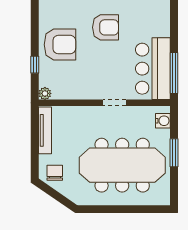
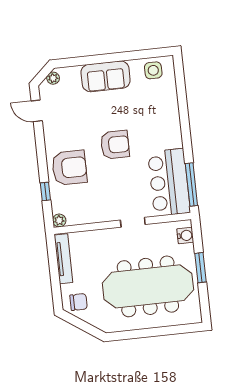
chair: (55, 173) -> (79, 302), turned 90

